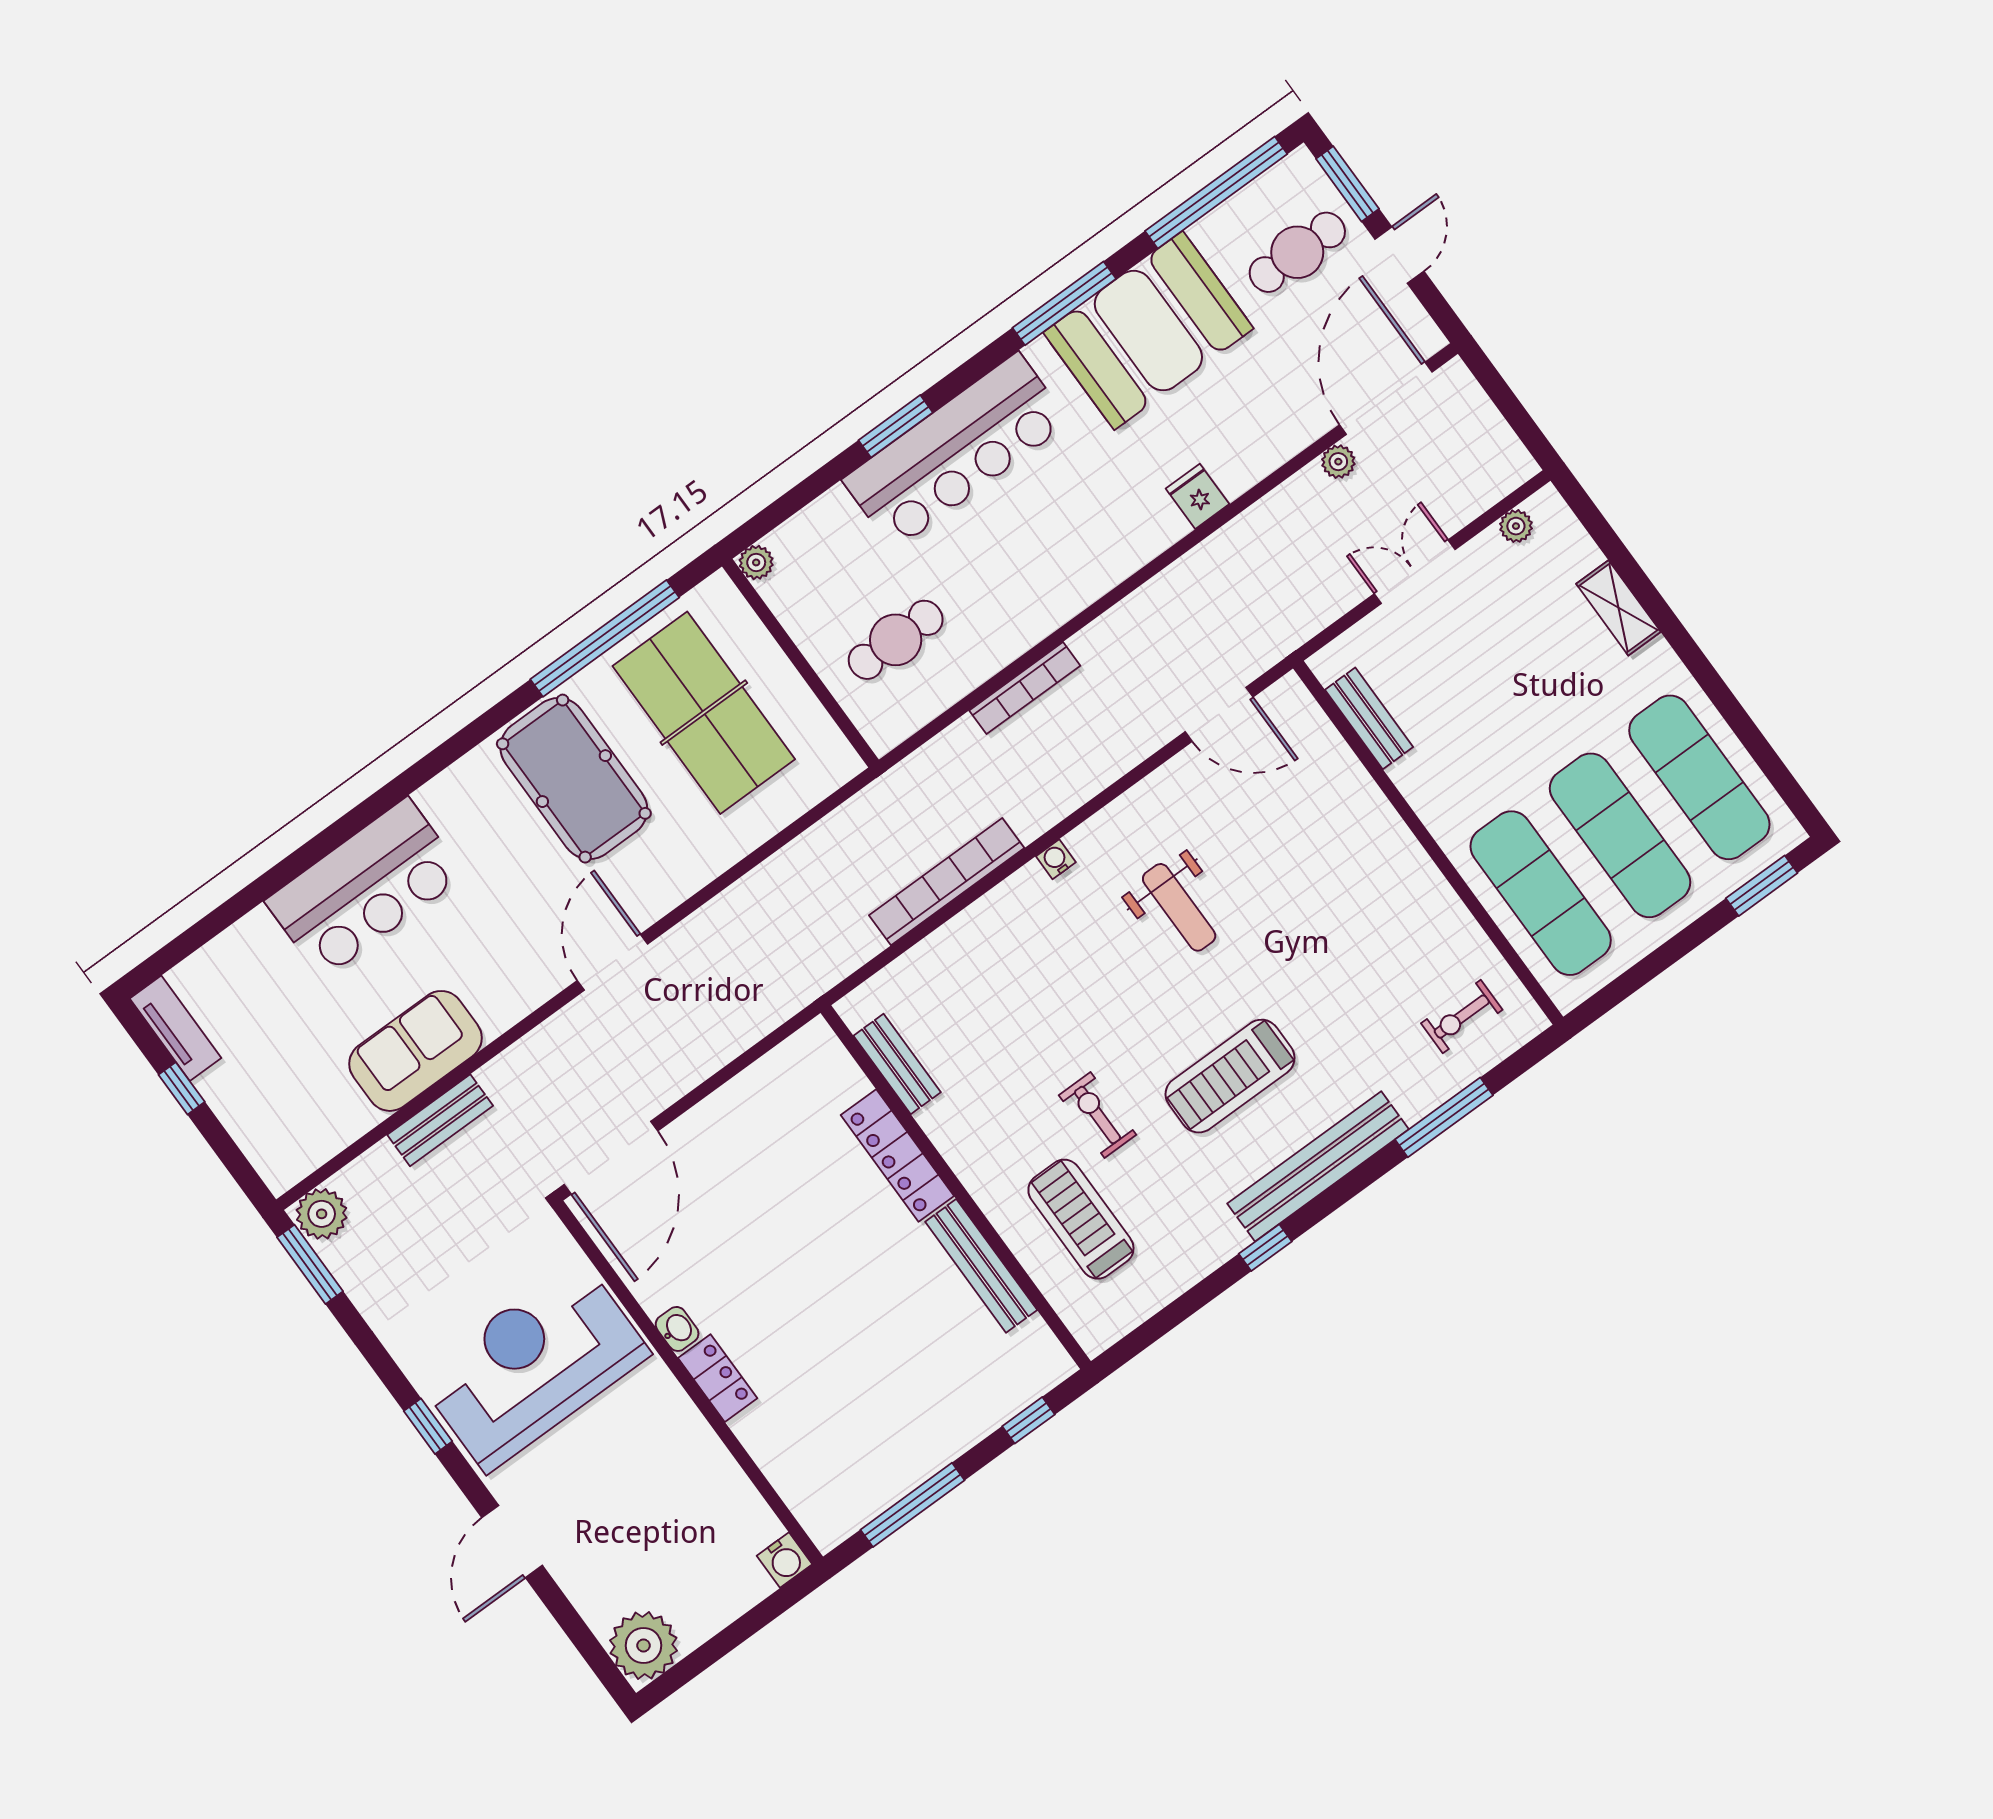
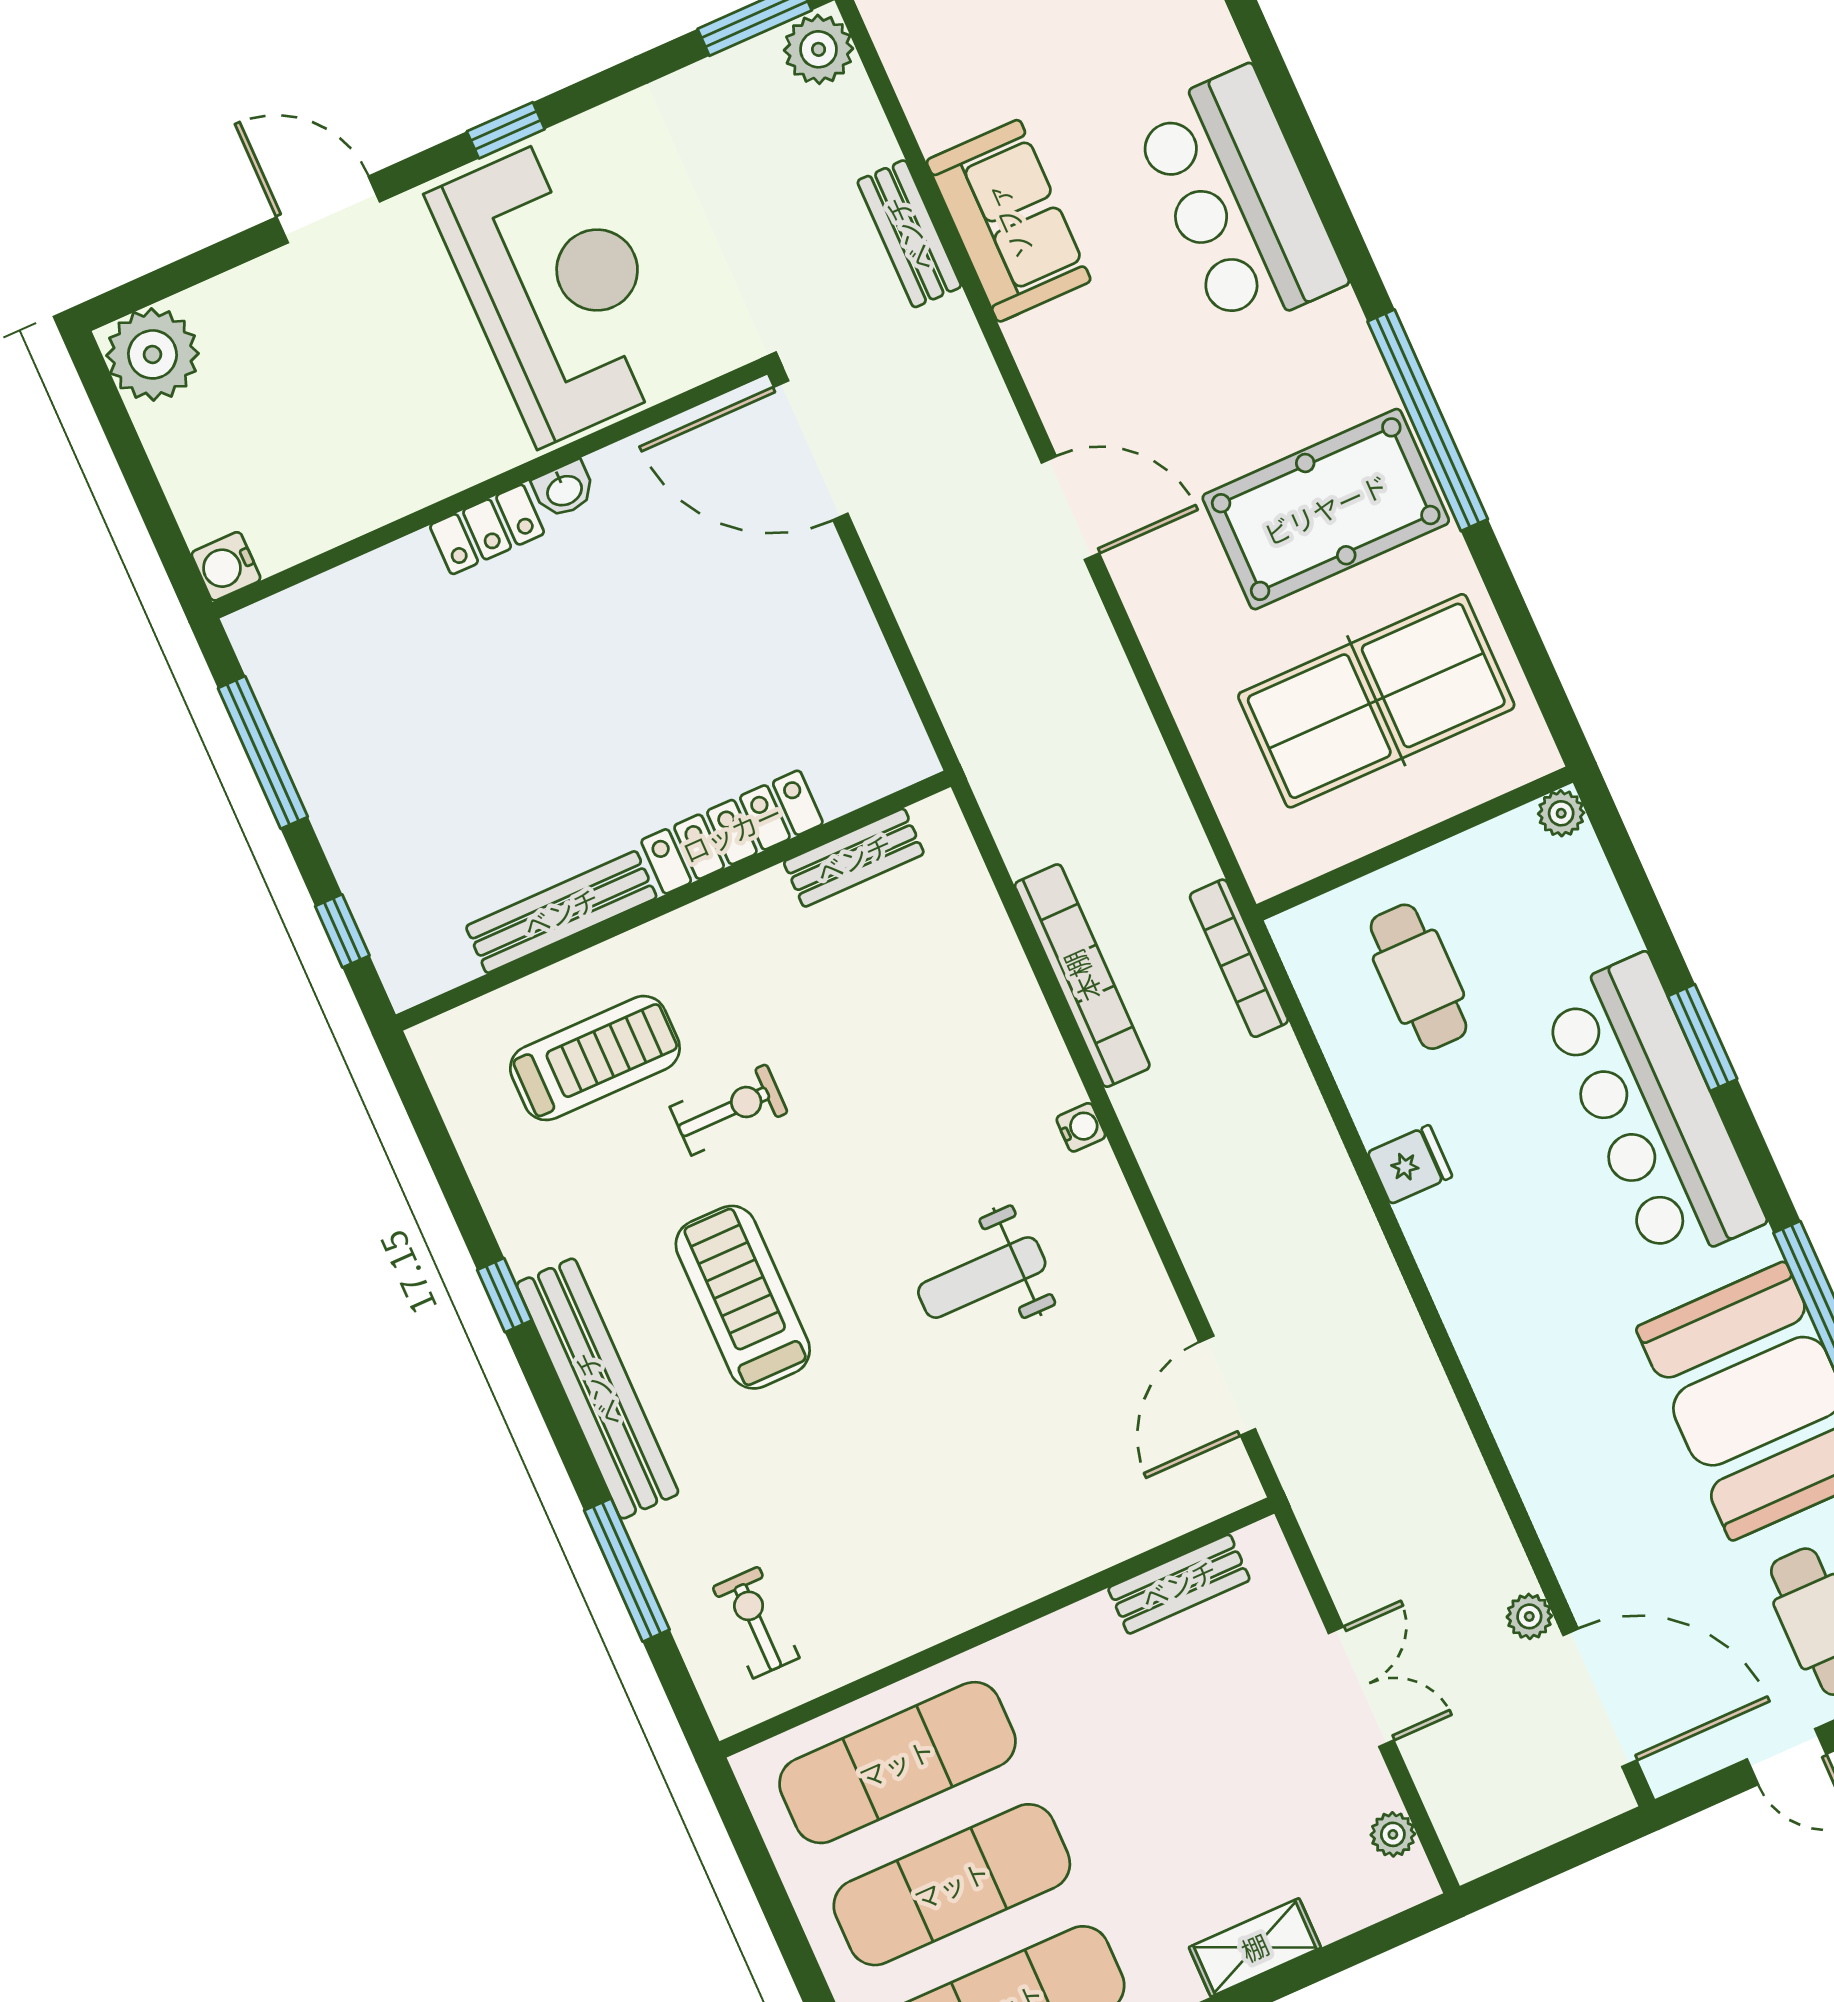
fridge: (1198, 496) -> (1410, 1164), moved
window: (605, 638) -> (1428, 420), moved
bookcase: (1025, 688) -> (1239, 958), moved

